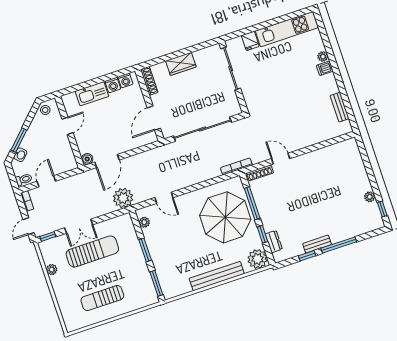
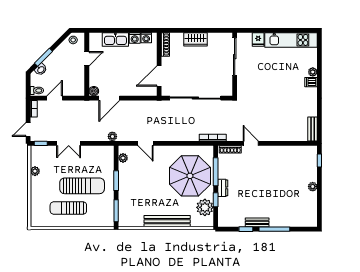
bench: (340, 107) -> (313, 129), moved
plant: (370, 197) -> (313, 187), moved
plant: (123, 198) -> (112, 136), width x0.53, depth x0.53
window: (382, 209) -> (319, 160), moved
dresser: (274, 242) -> (223, 188), moved
sun lounger: (92, 252) -> (82, 186), moved
plant: (257, 259) -> (205, 207), moved

